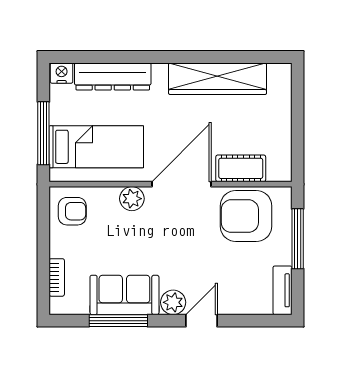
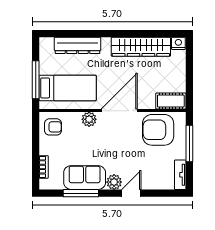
nightstand: (62, 73) -> (178, 43), moved
cot: (241, 168) -> (171, 101), moved

